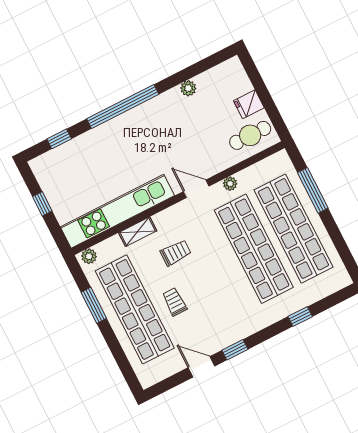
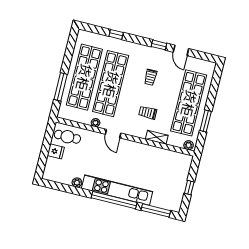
window: (59, 139) -> (156, 210), width x2.17
kitchen unit: (117, 211) -> (117, 190), moved, turned 180
trolley: (175, 302) -> (150, 77), moved

